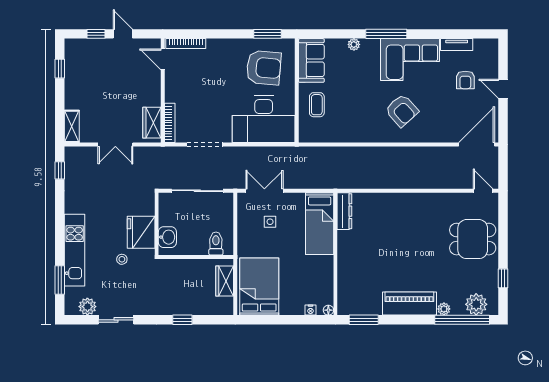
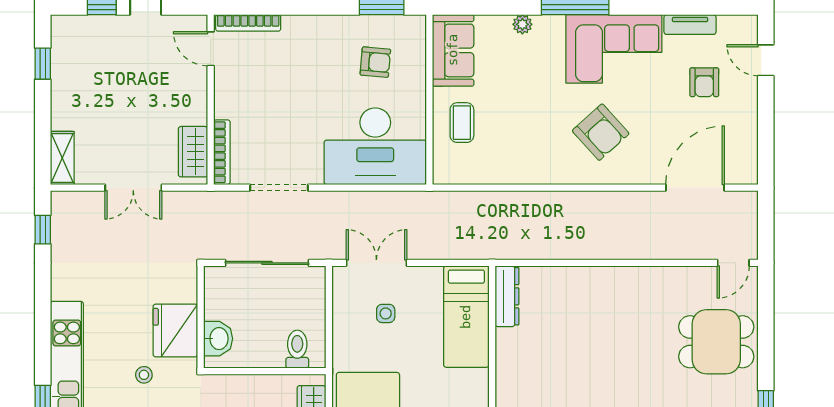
armchair: (264, 68) -> (375, 62), width x0.53, depth x0.53
door: (503, 89) -> (766, 60), moved
door: (477, 145) -> (695, 188), moved
door: (483, 191) -> (733, 263), swing flipped

